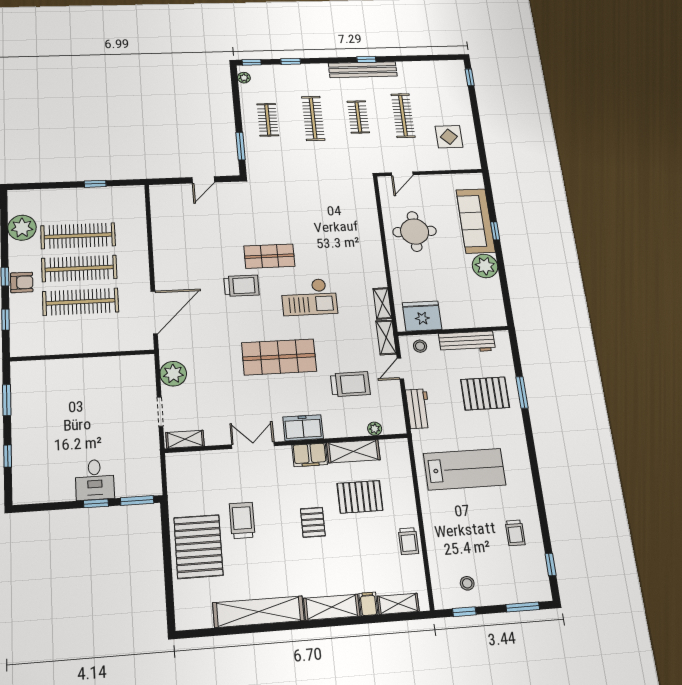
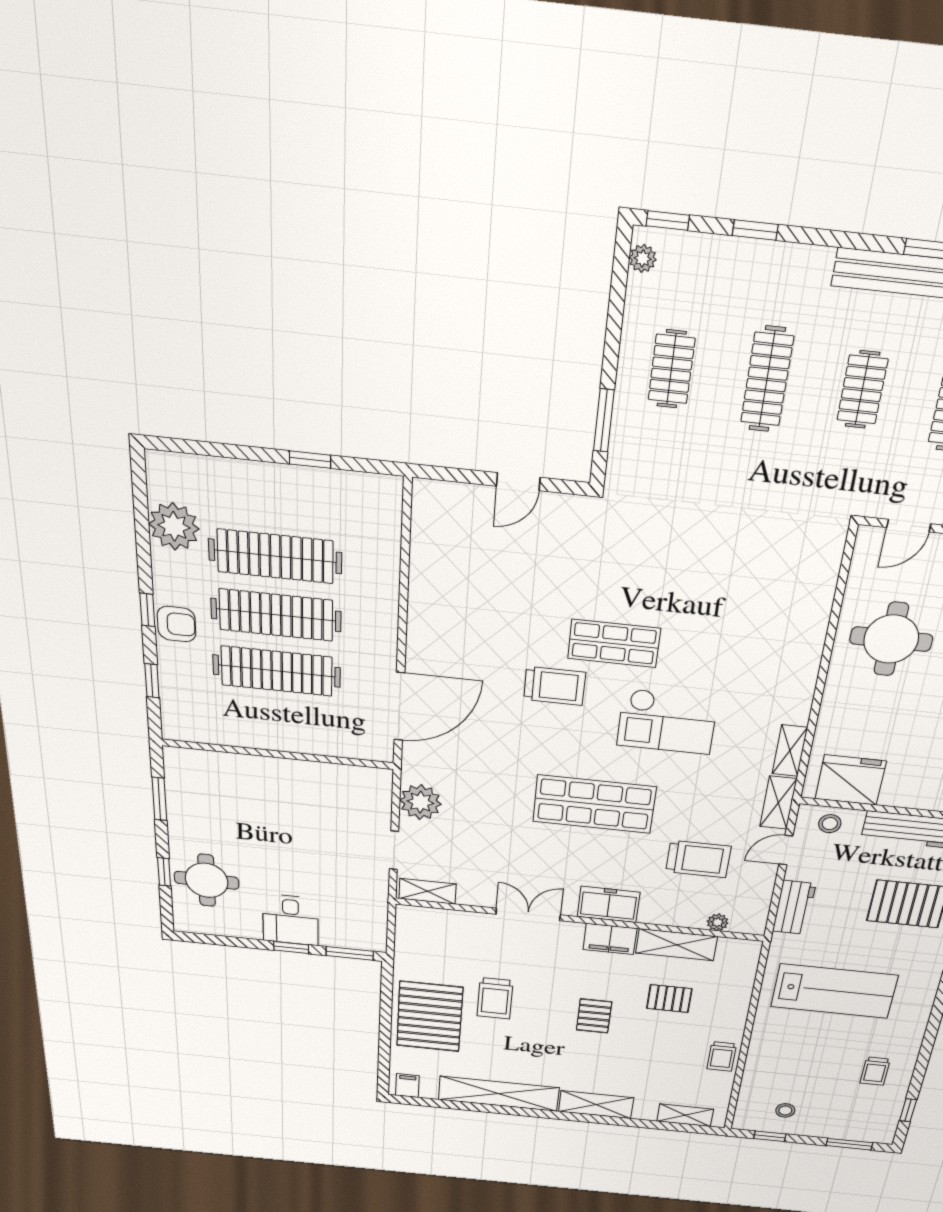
round table: (37, 458) -> (207, 880), added
pallet: (360, 497) -> (669, 999), width x0.67, depth x0.71
trolley: (242, 520) -> (495, 998), turned 180
filing cabinet: (368, 604) -> (407, 1086), moved

